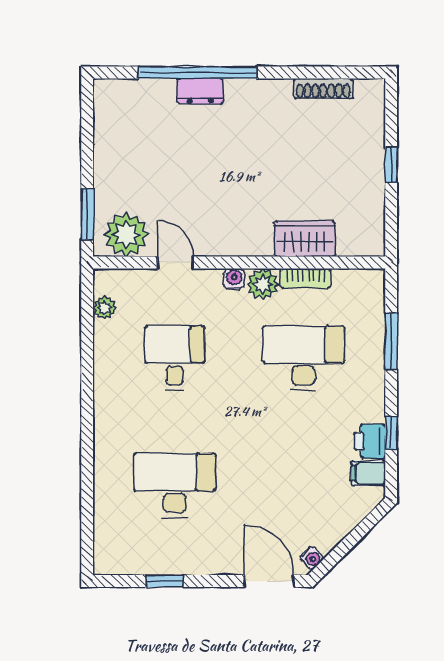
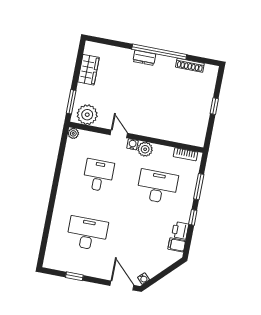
window: (198, 72) -> (159, 52), moved
dresser: (200, 91) -> (144, 58), moved
wardrobe: (305, 239) -> (88, 70), moved, turned 90
door: (175, 262) -> (119, 134), moved
bookcase: (306, 278) -> (185, 154), moved
plant: (105, 308) -> (73, 133), moved
window: (391, 433) -> (193, 217), moved

